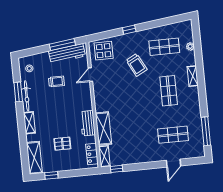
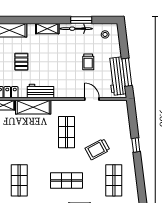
display table: (104, 51) -> (116, 115), removed
shop shelf: (124, 95) -> (66, 132), added

